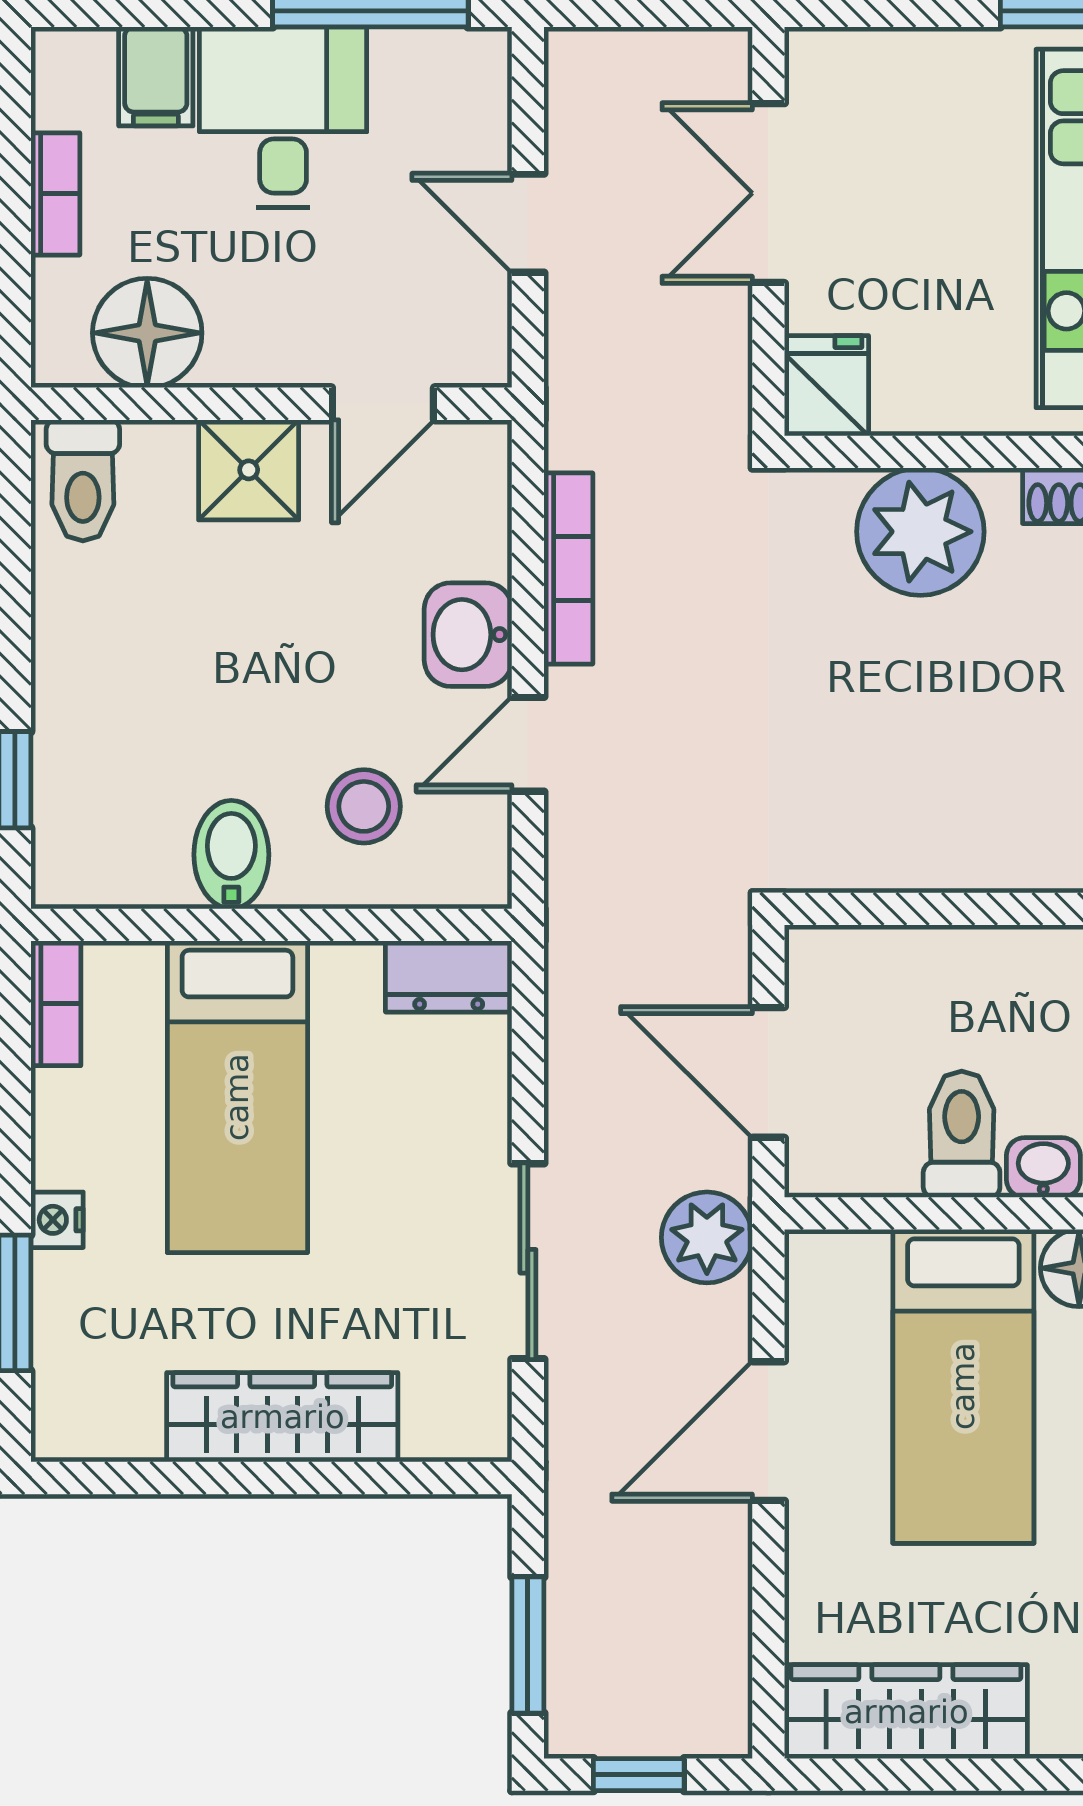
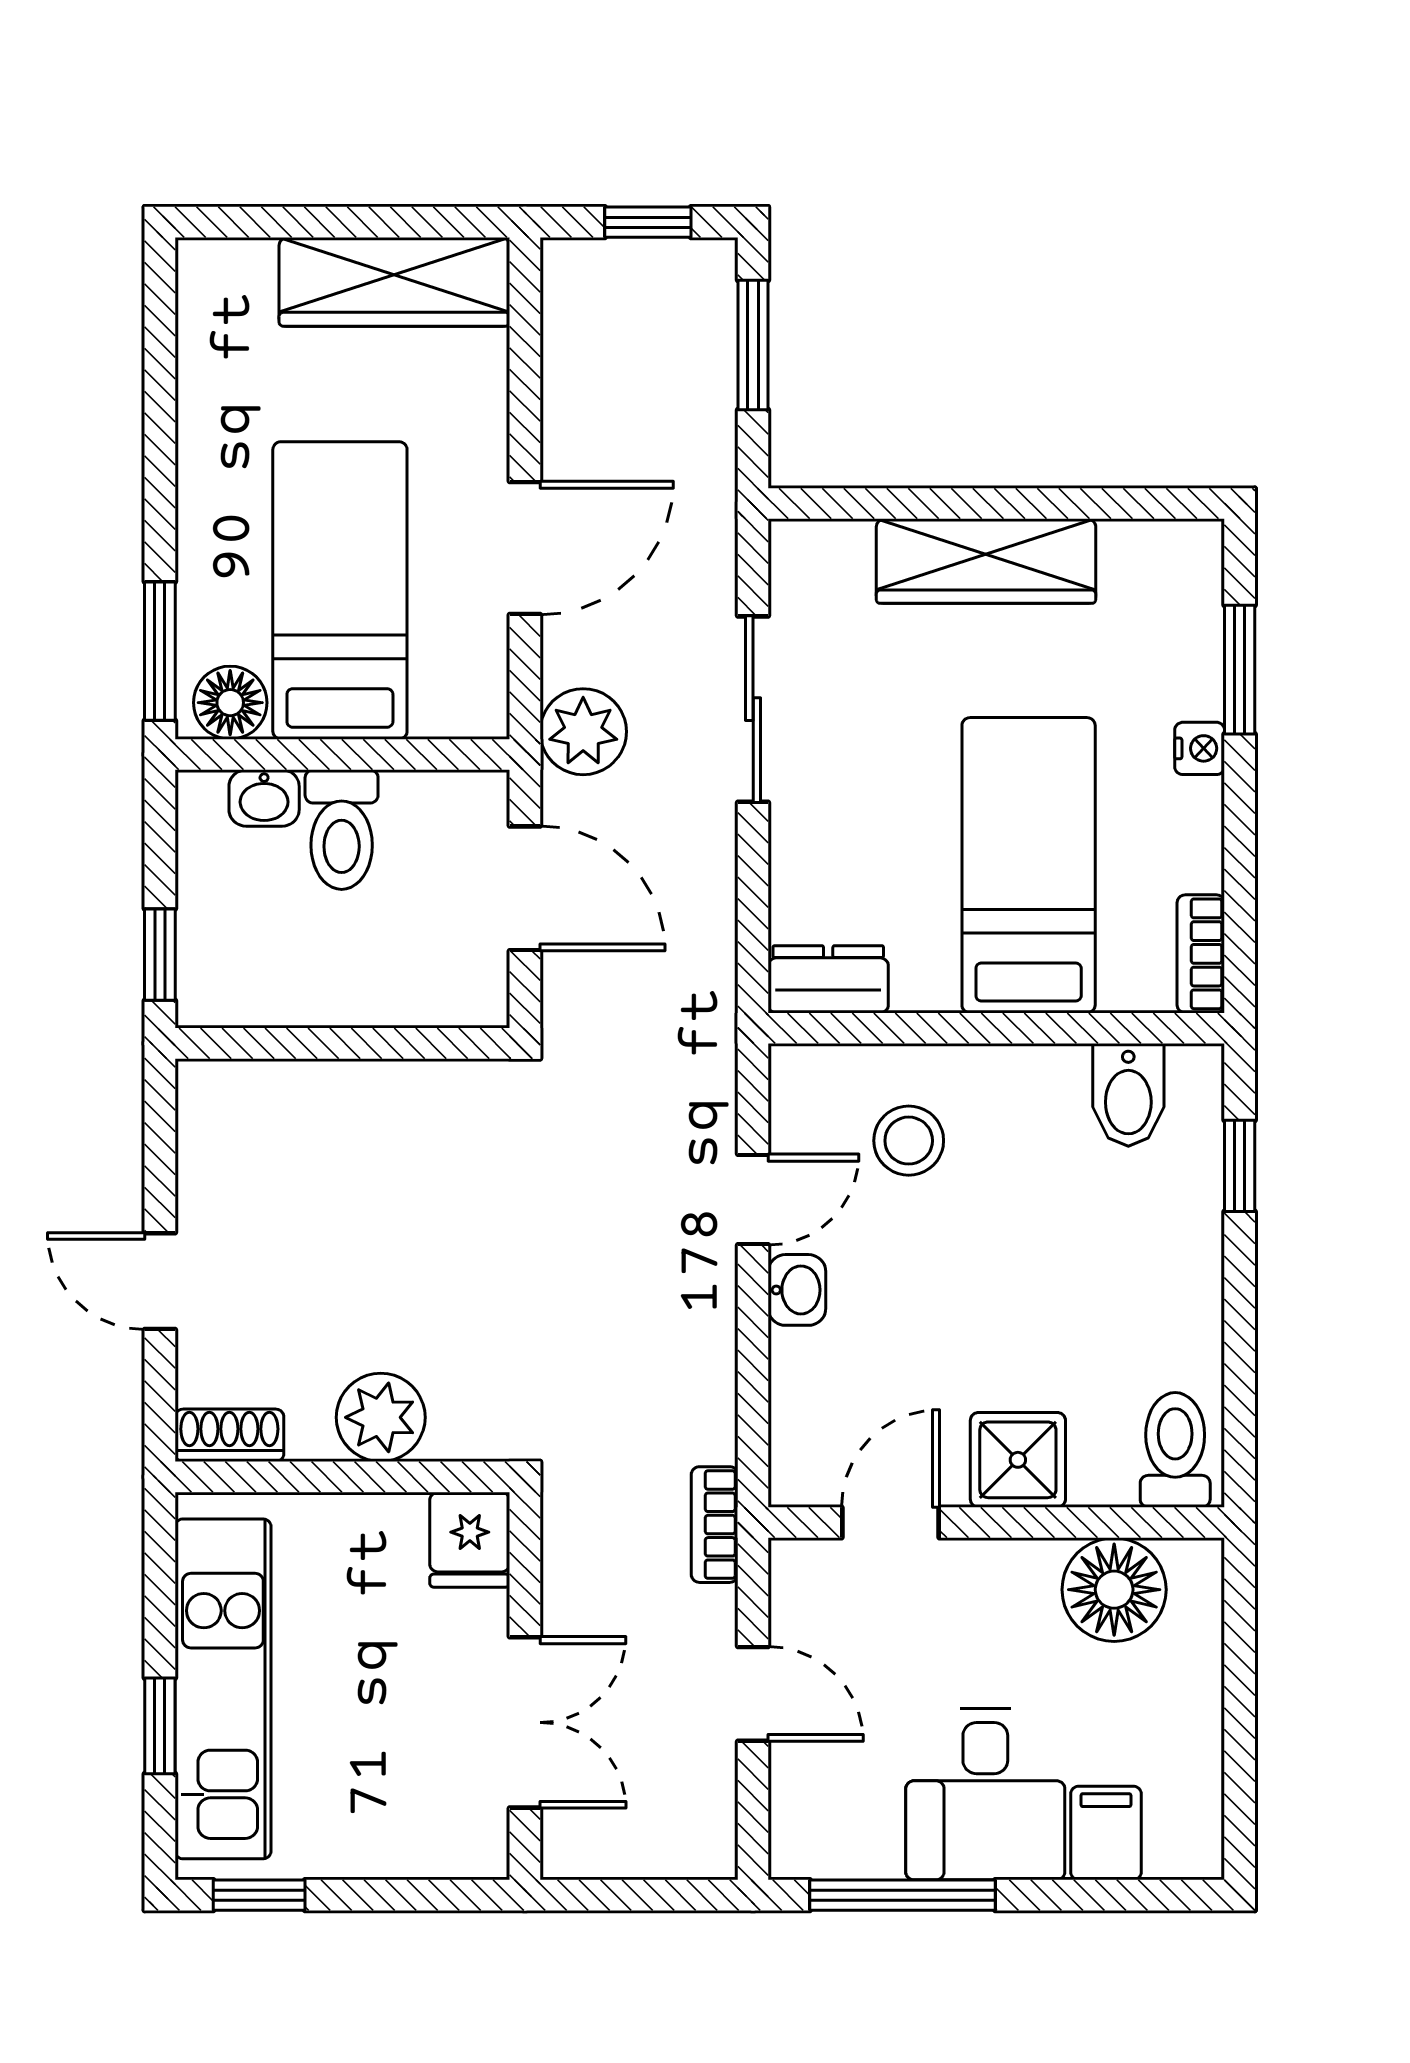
bookcase: (55, 194) -> (1201, 1722), removed
plant: (920, 532) -> (381, 1417), width x0.73, depth x0.73
bookcase: (568, 569) -> (715, 1525), moved, width x0.64
washbasin: (468, 635) -> (797, 1290), width x0.72, depth x0.69
bidet: (231, 855) -> (1128, 1095), moved

